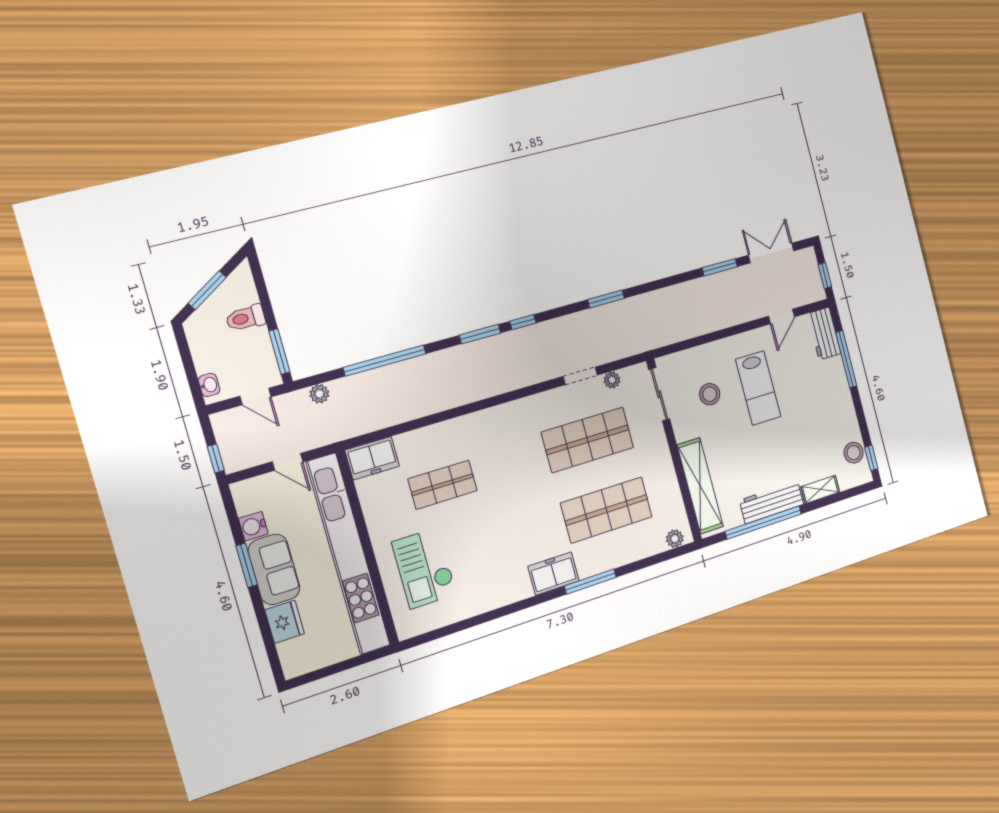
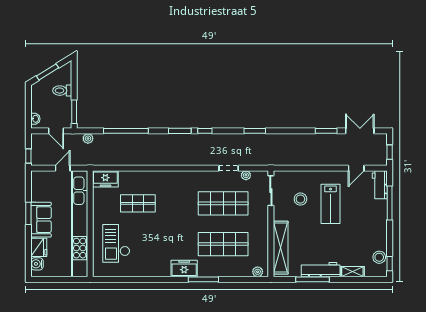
door: (288, 462) -> (63, 168), swing flipped
window: (763, 523) -> (312, 279), width x0.68
water cooler: (253, 526) -> (37, 264), moved

